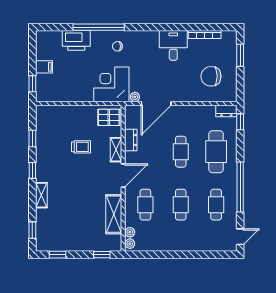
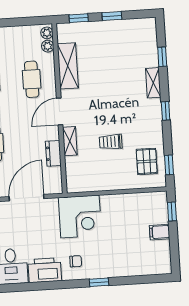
window: (99, 27) -> (99, 282), width x0.32
printer: (76, 40) -> (45, 270), moved
plant: (135, 97) -> (52, 204), removed
pallet: (109, 117) -> (147, 161), moved, turned 90
window: (32, 139) -> (169, 165), moved
window: (32, 230) -> (162, 57), moved
window: (58, 255) -> (112, 16), moved

